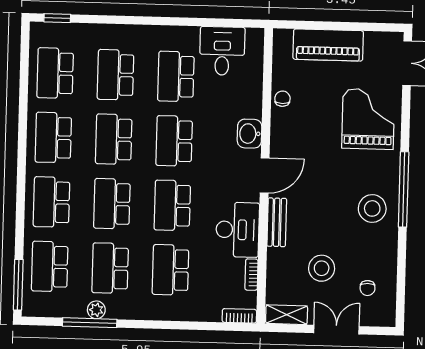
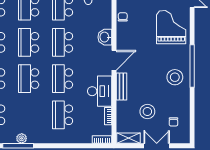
school desk: (110, 268) -> (29, 115), removed

